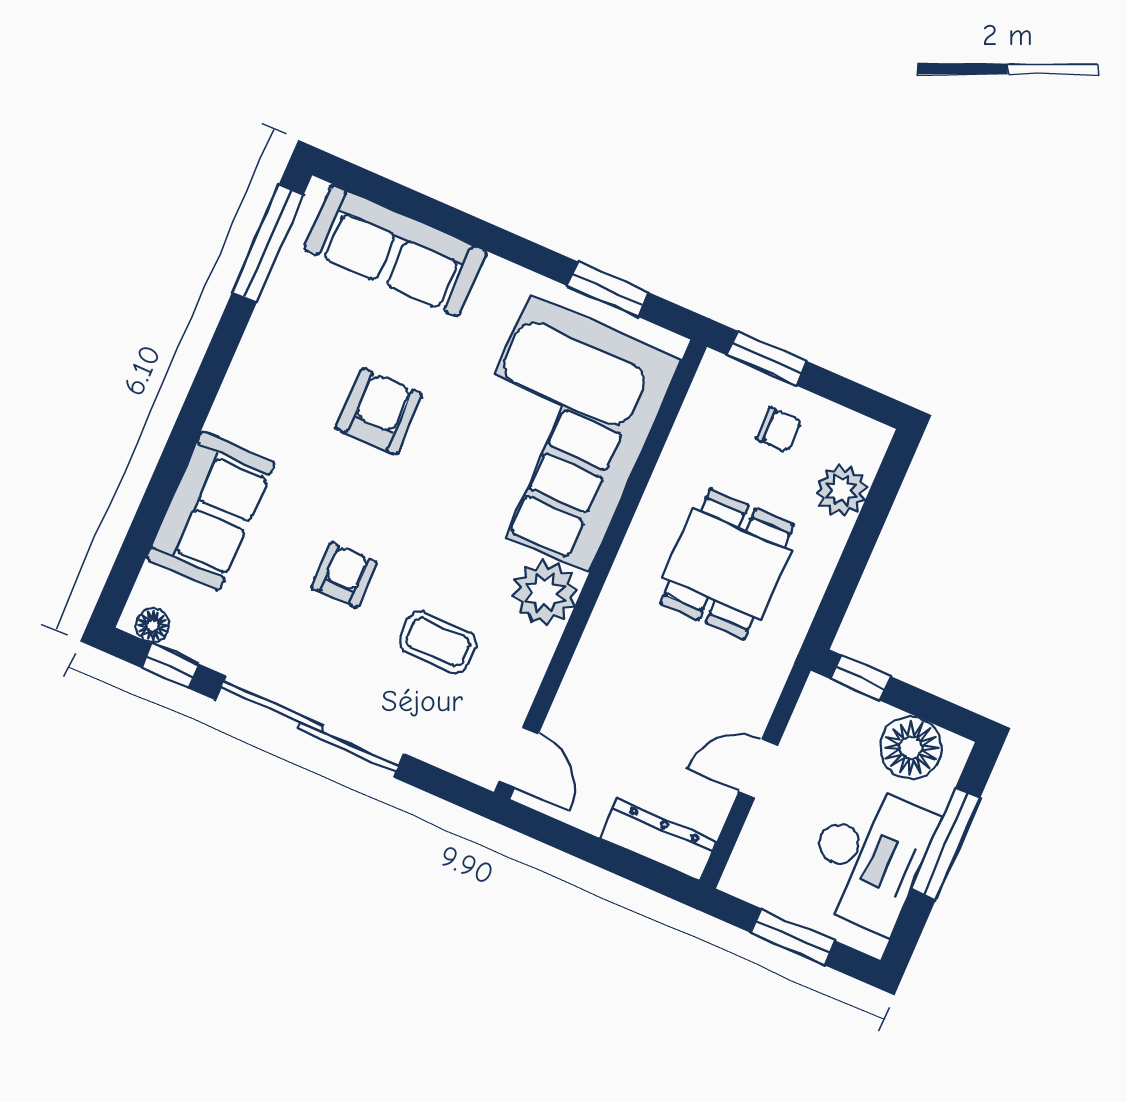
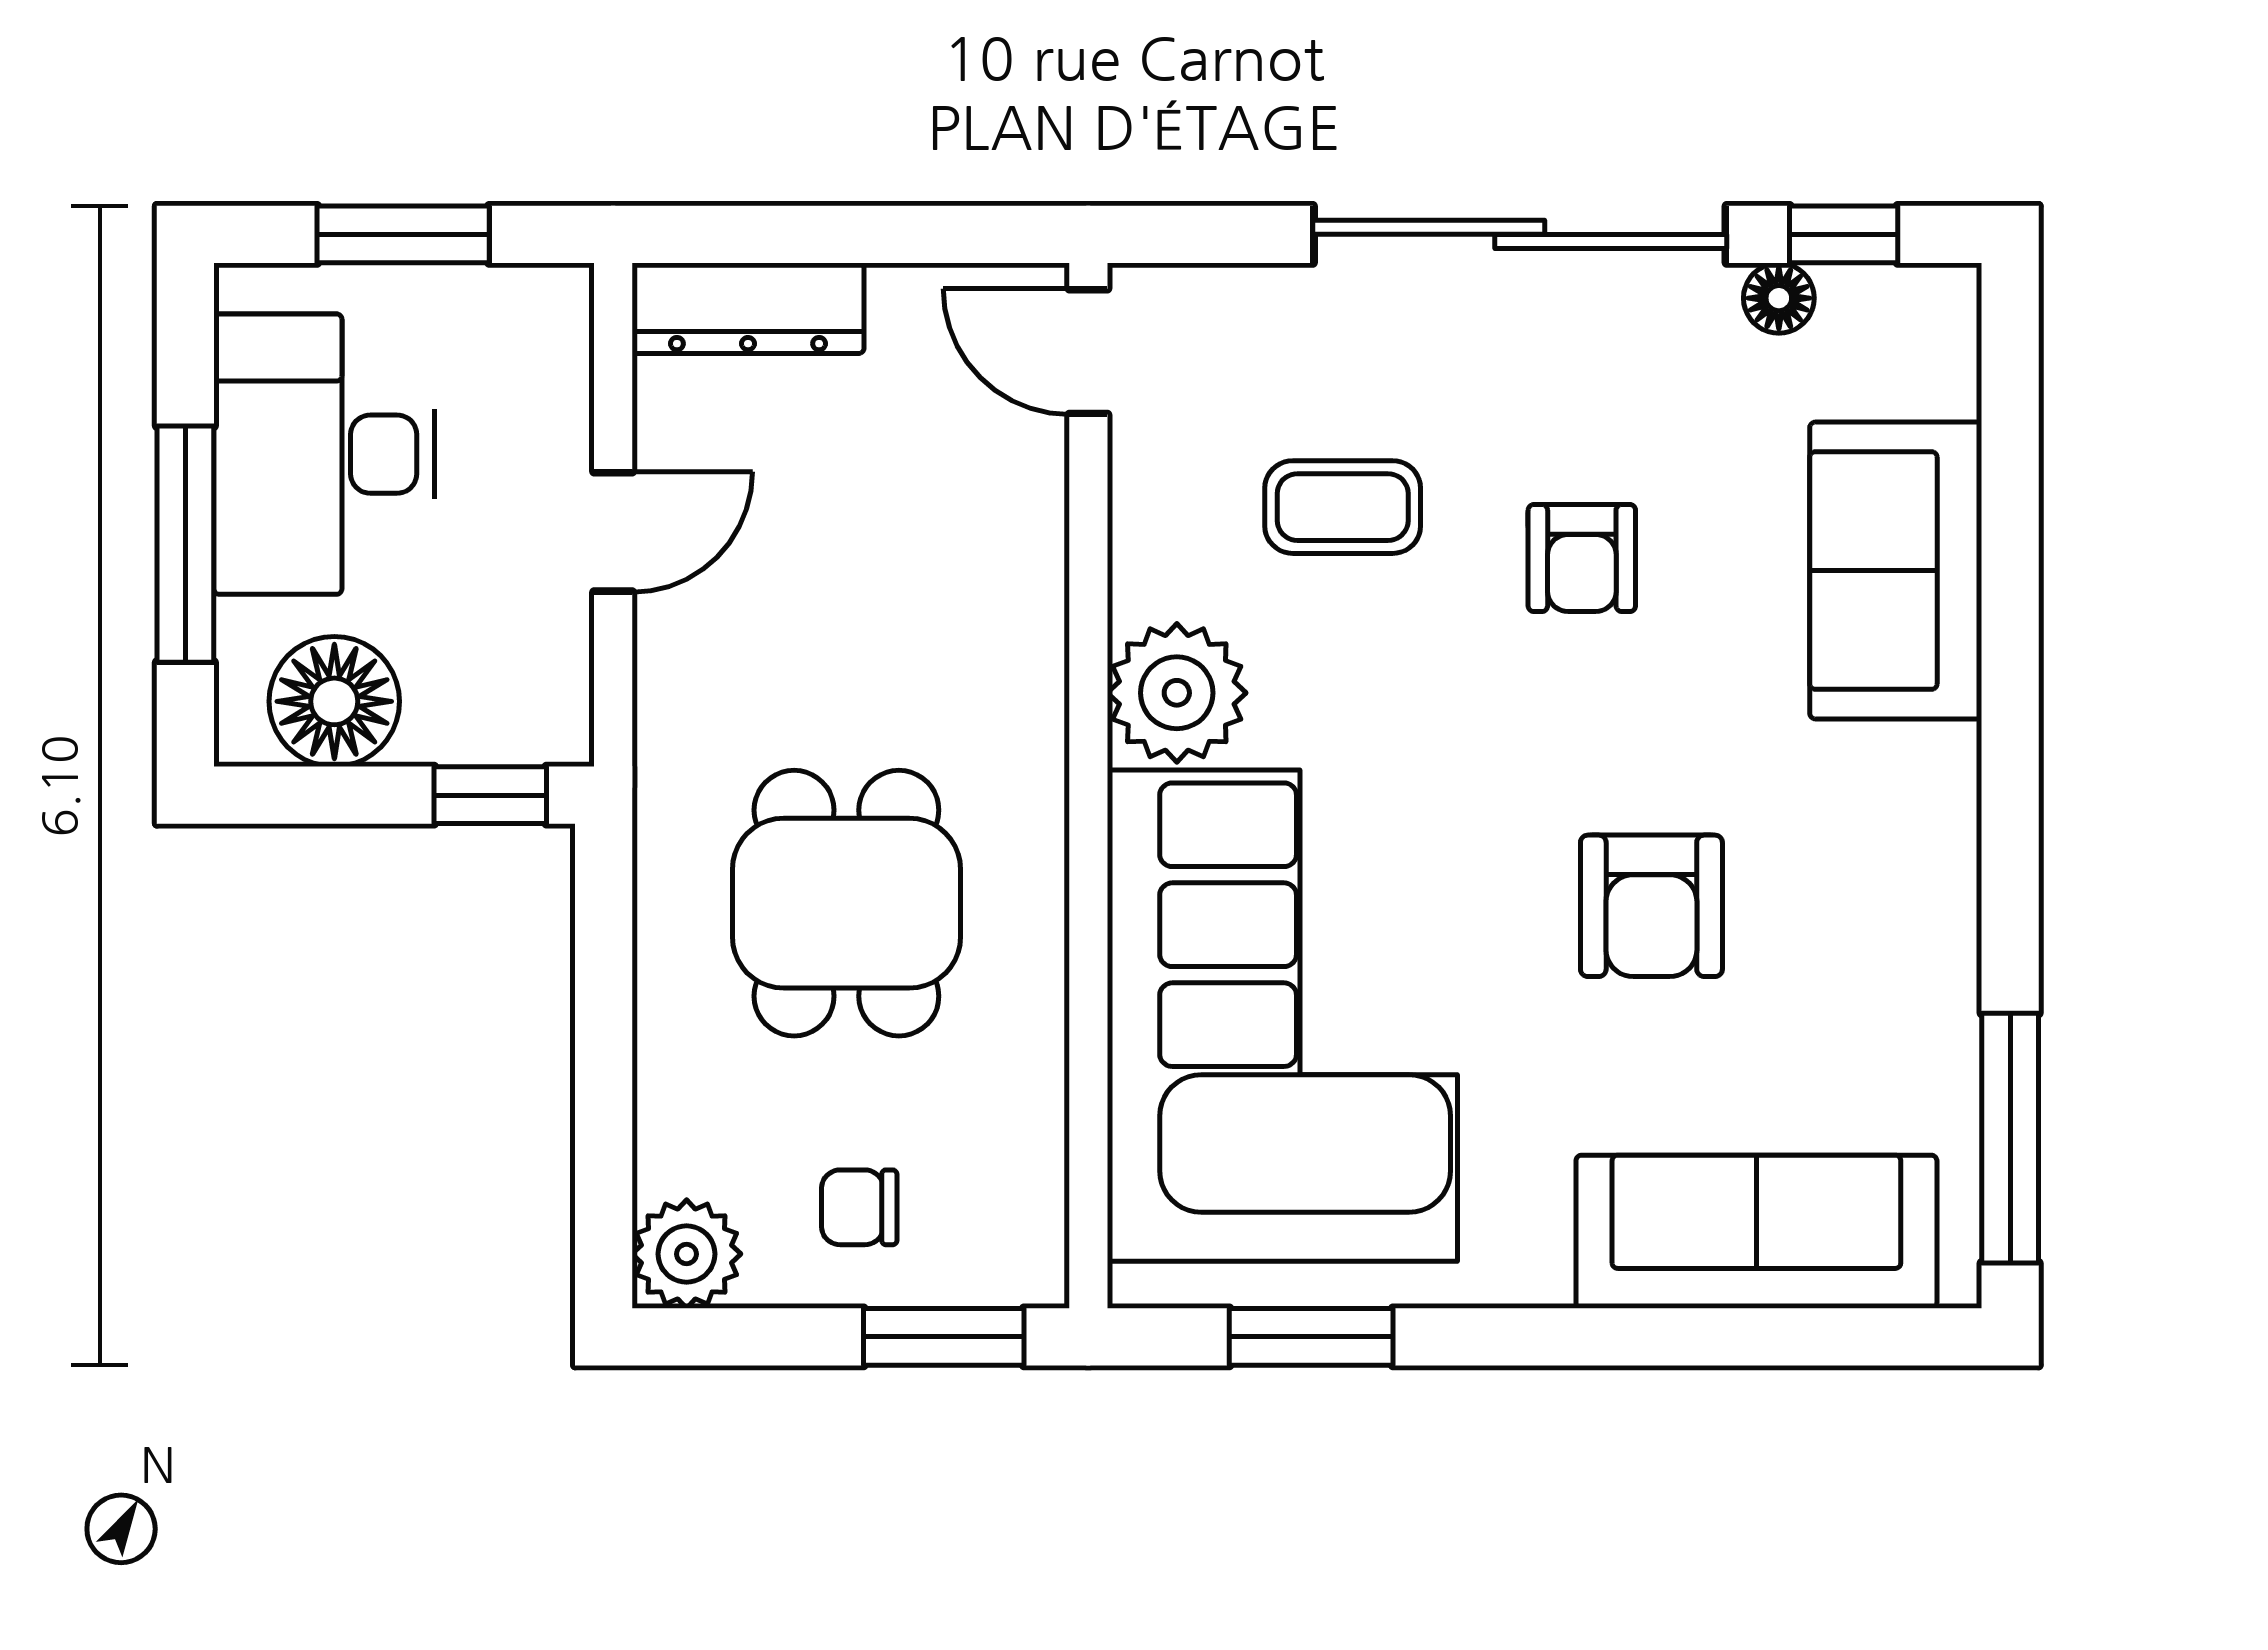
plant: (841, 491) -> (687, 1254), moved
floor lamp: (153, 625) -> (1779, 298), moved

